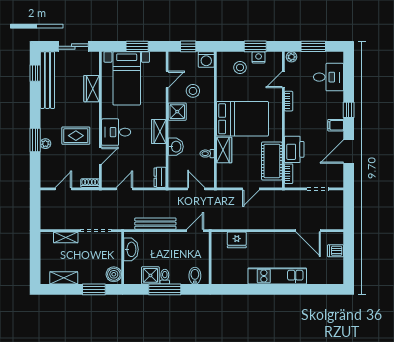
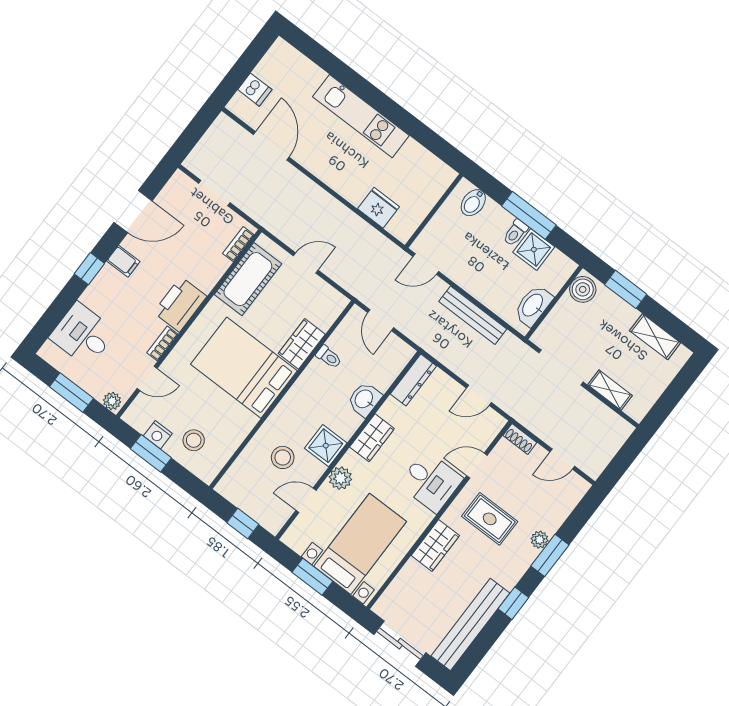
washing machine: (206, 59) -> (232, 487), removed
window: (35, 73) -> (513, 603), moved
wardrobe: (91, 89) -> (435, 545), moved
plant: (159, 102) -> (340, 478), added
printer: (294, 149) -> (180, 304), moved
dresser: (160, 177) -> (413, 380), width x1.44

